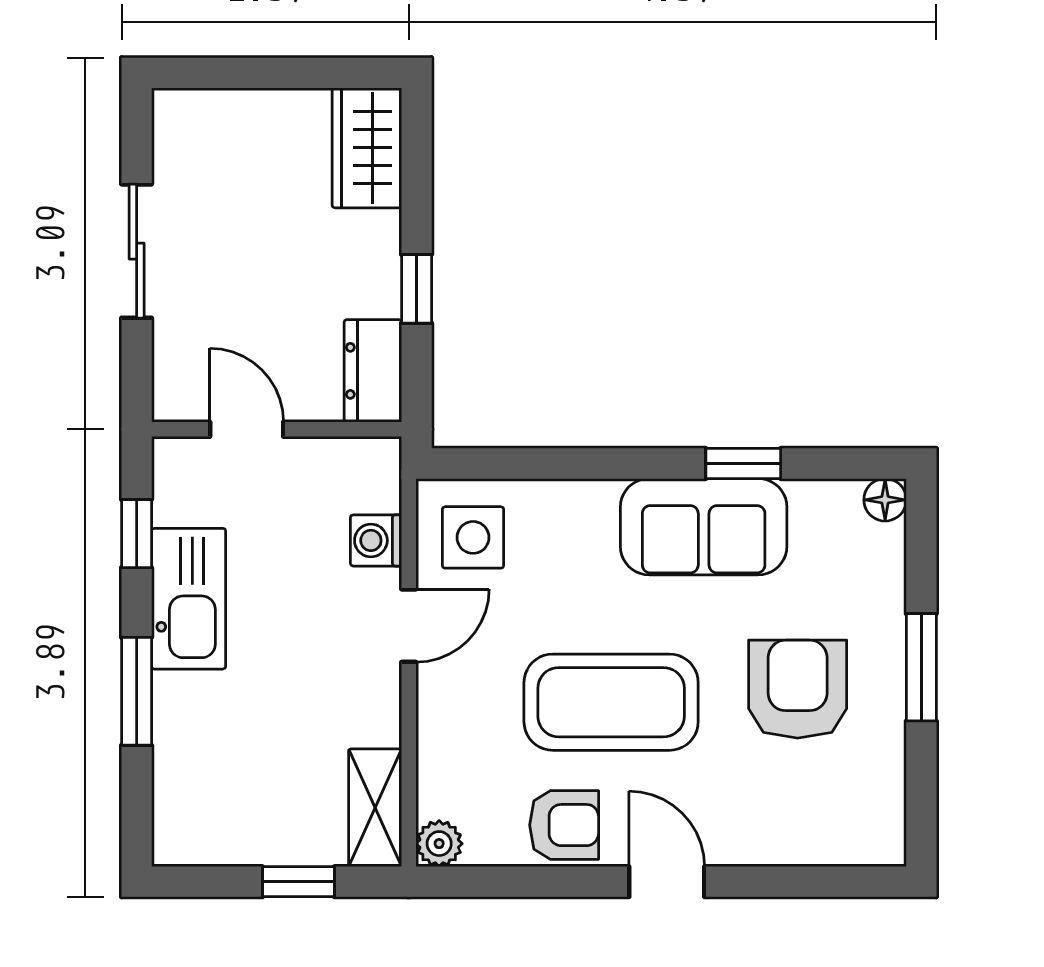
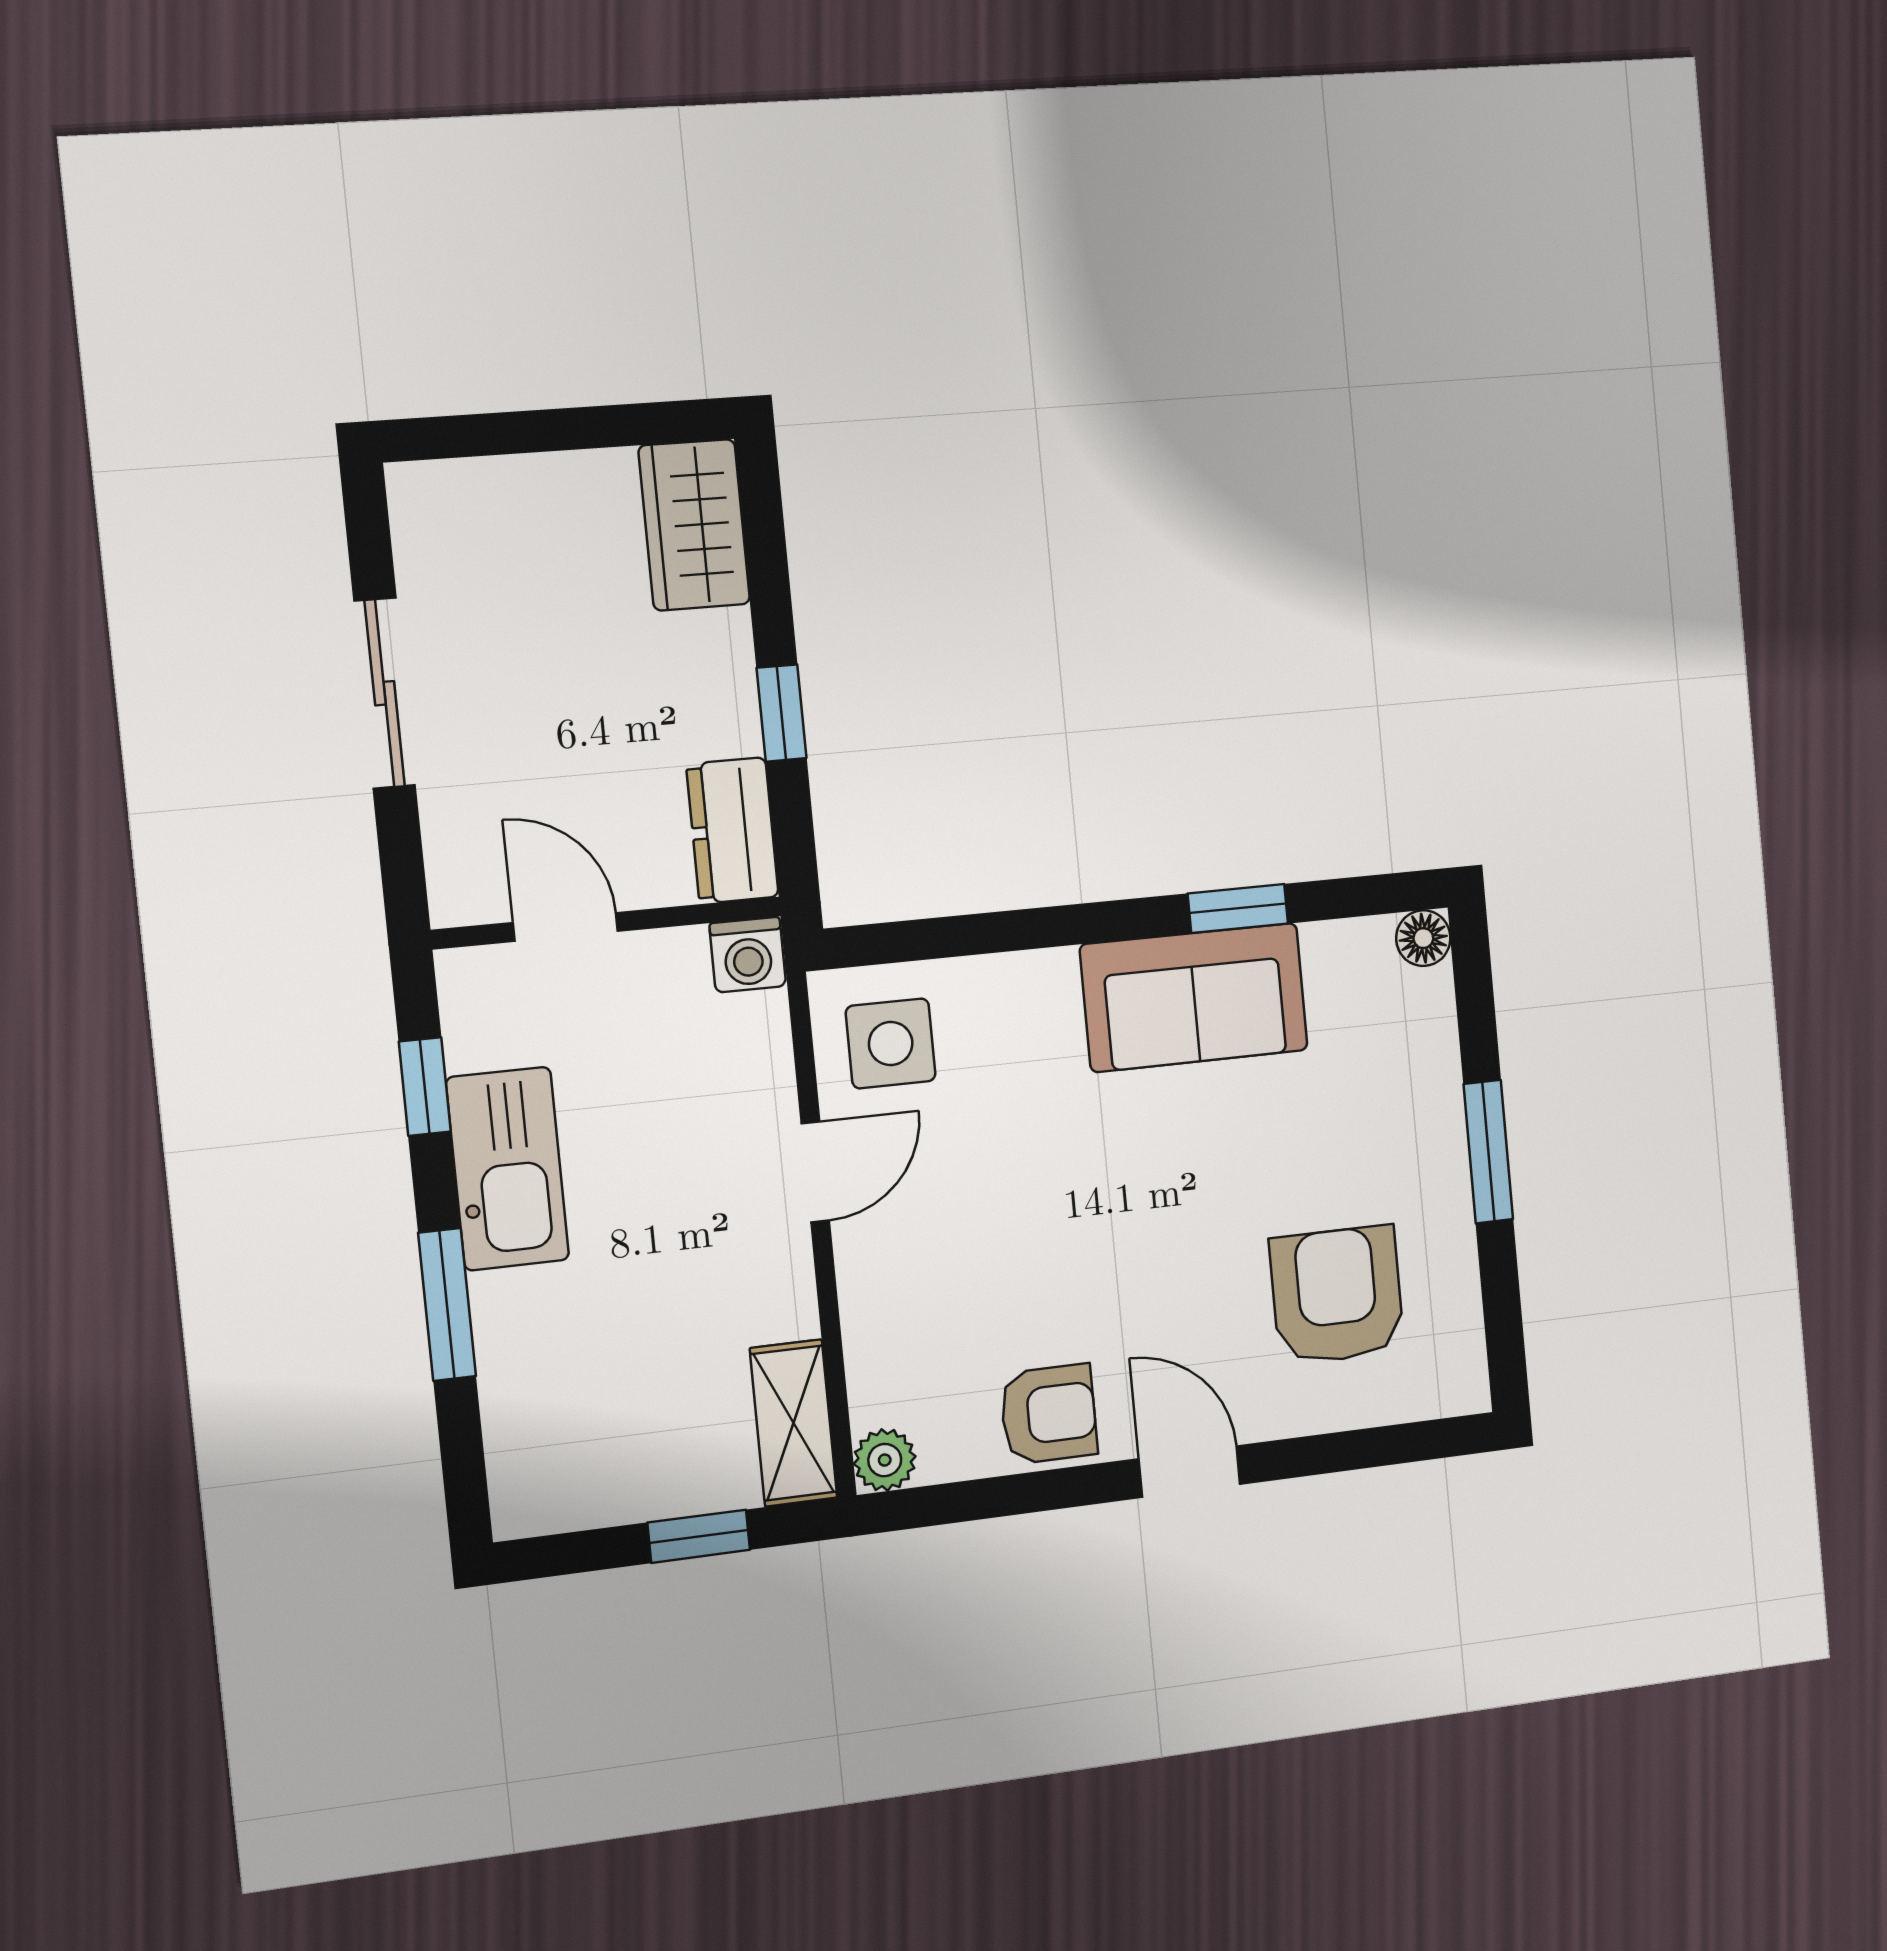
washing machine: (376, 540) -> (748, 955), moved, turned -90
armchair: (798, 689) -> (1337, 1295), moved
coffee table: (611, 702) -> (1095, 1244), removed

